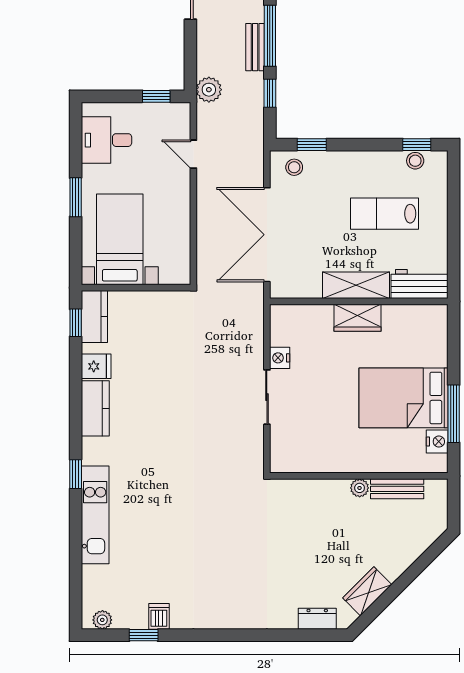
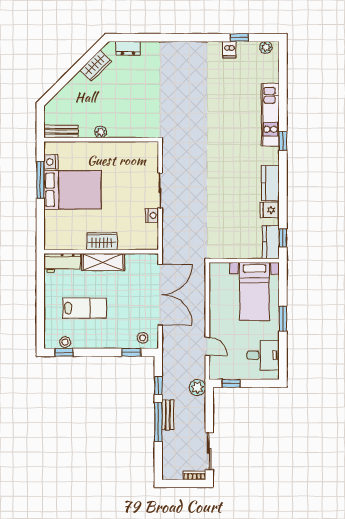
bench: (397, 489) -> (61, 131), moved

